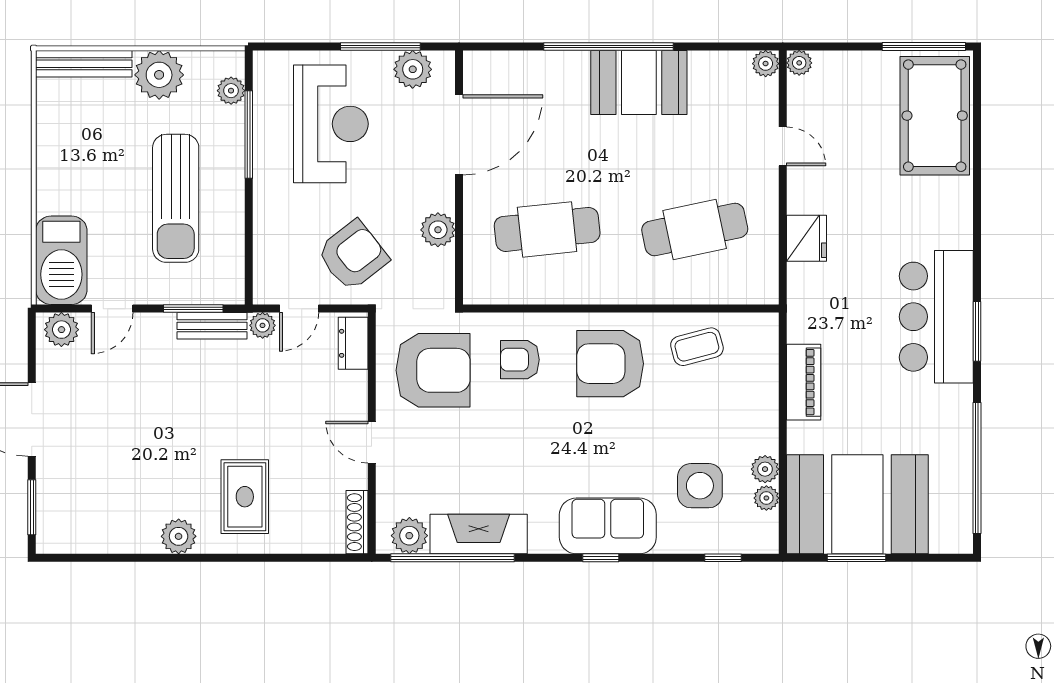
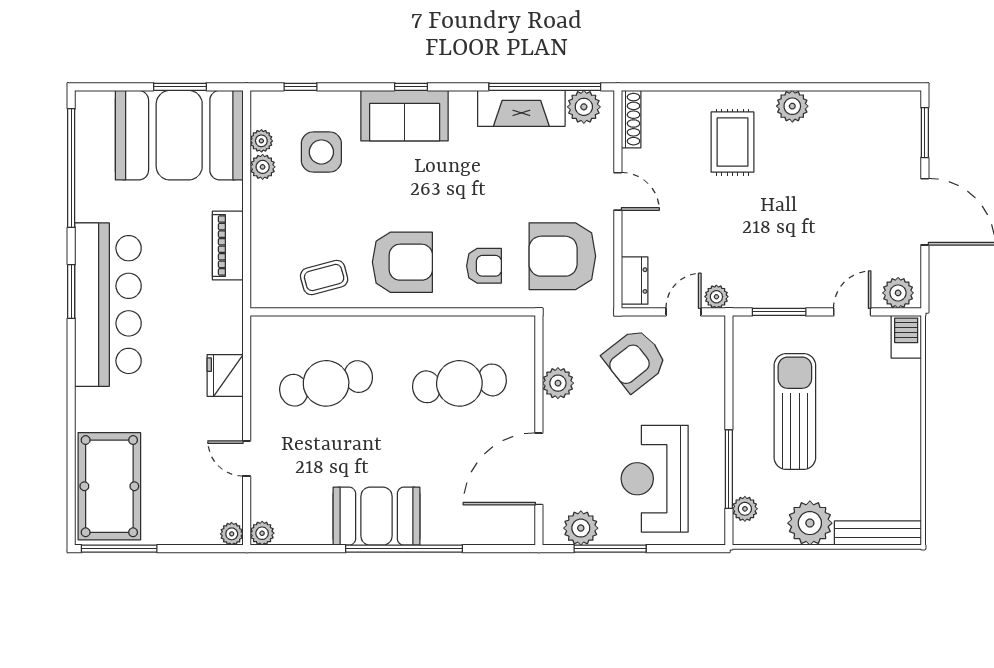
barbecue: (61, 260) -> (906, 337), width x0.53, depth x0.65
bar counter: (936, 317) -> (108, 305), width x1.36
bench: (212, 326) -> (762, 296), removed

